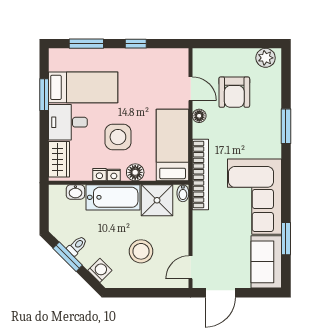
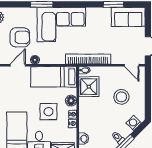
bookcase: (200, 174) -> (88, 59), moved
bathtub: (113, 197) -> (87, 115), removed
corner sofa: (255, 197) -> (61, 24), moved

